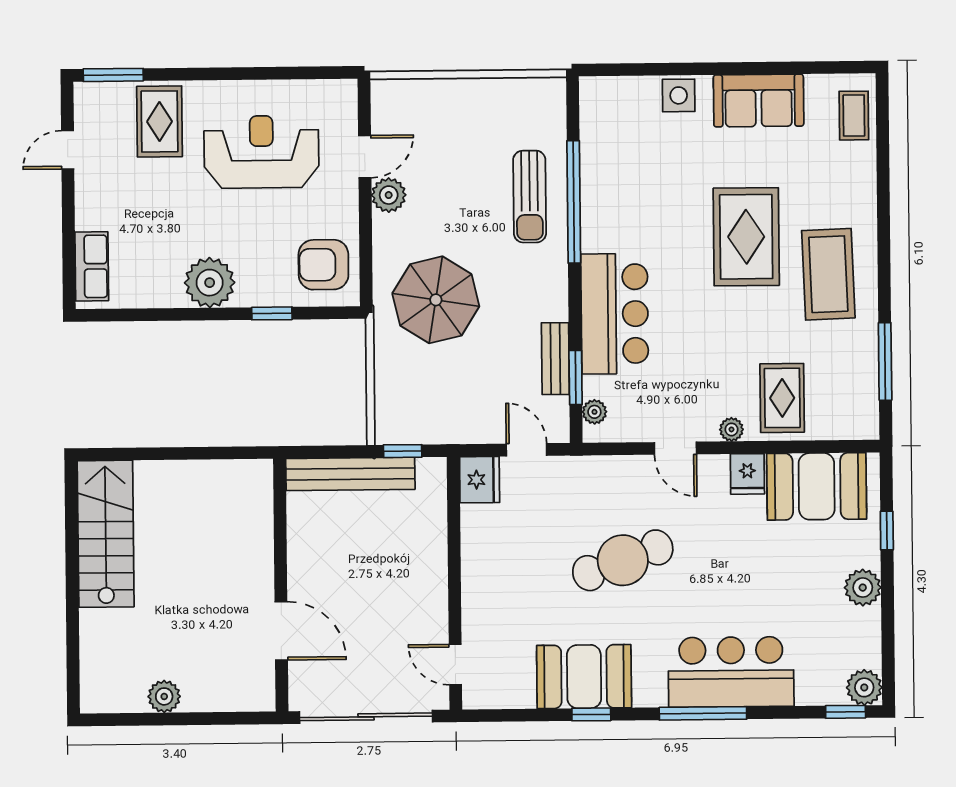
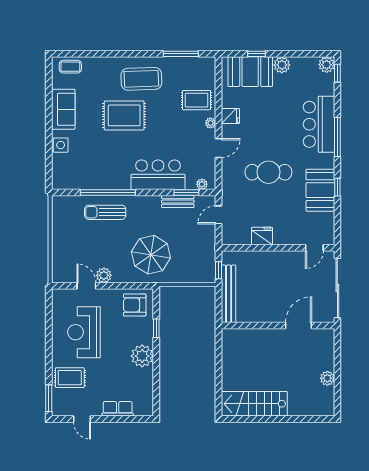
sun lounger: (530, 197) -> (105, 212), turned 180
armchair: (323, 265) -> (135, 305), turned 90
row of seats: (92, 266) -> (118, 409), moved
fridge: (480, 480) -> (262, 236), moved
booth: (817, 486) -> (250, 72), moved, turned 90
cafe table: (623, 560) -> (268, 172), turned -70

